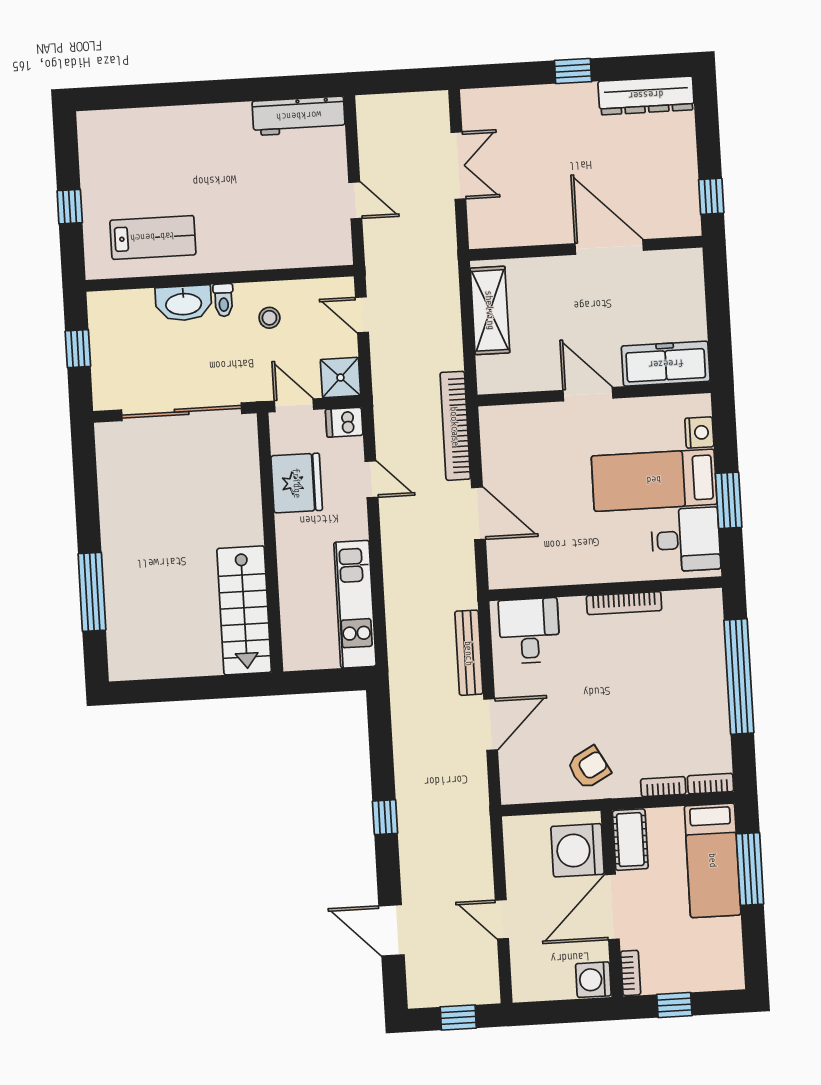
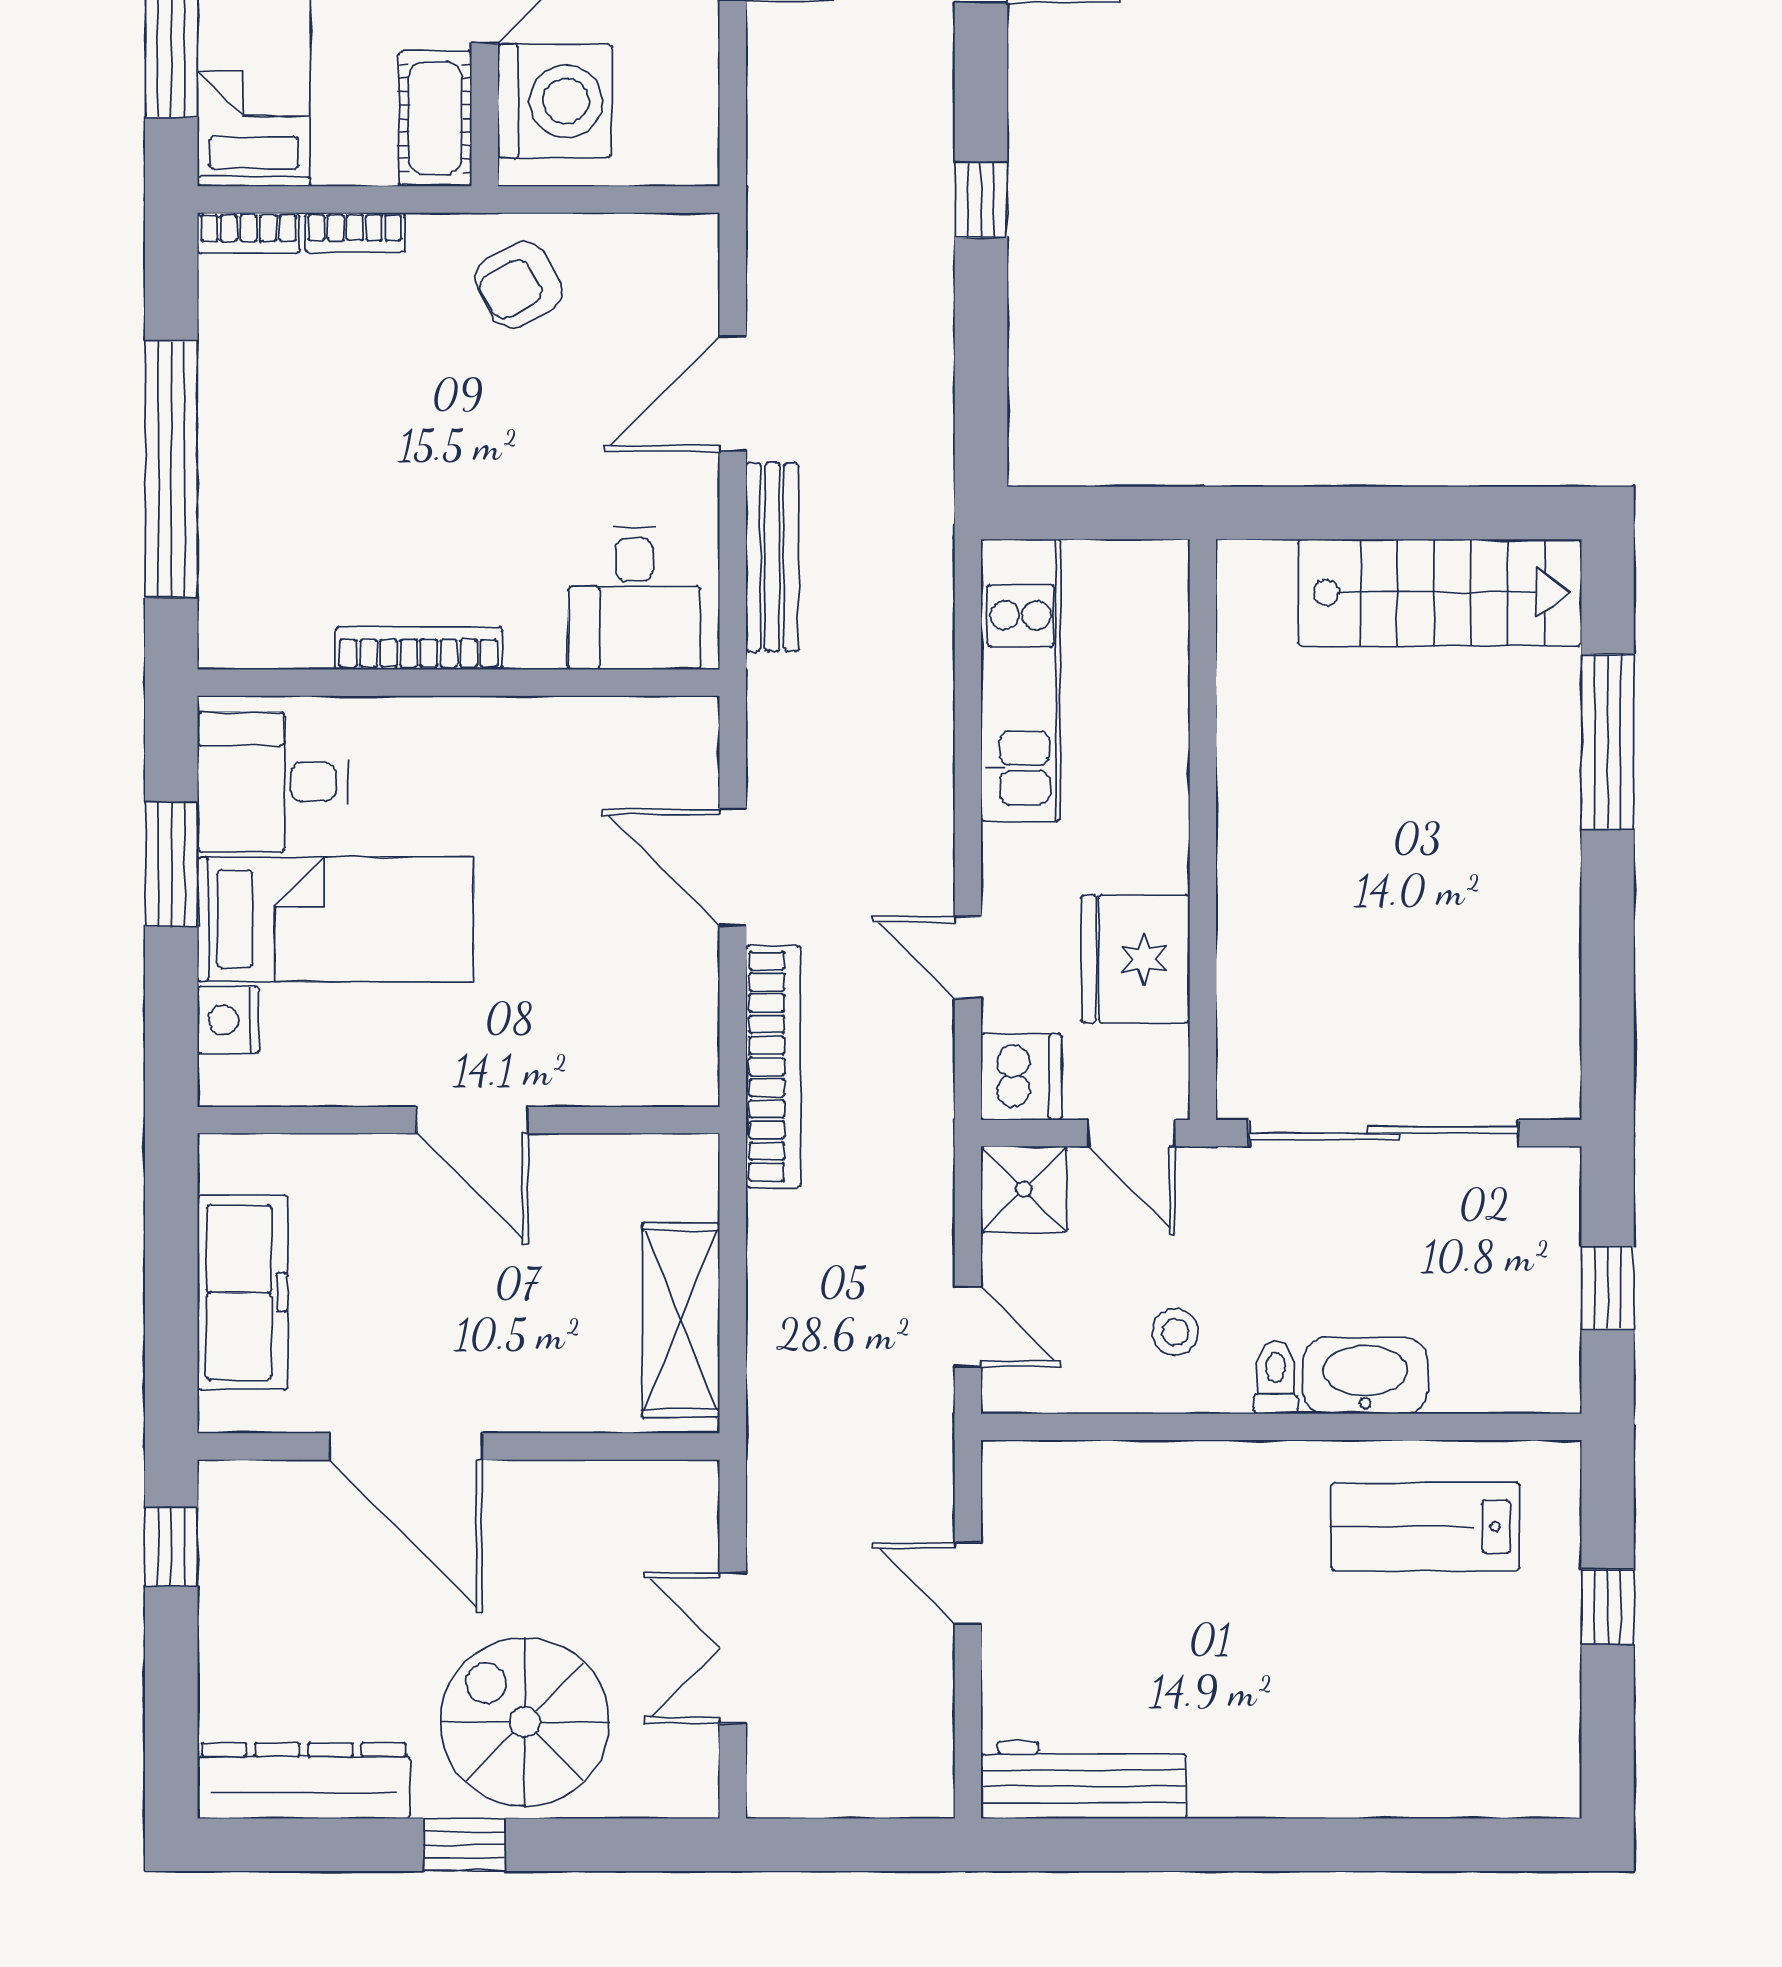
spiral stairs: (549, 127) -> (525, 1722), added
freezer: (666, 364) -> (243, 1292), moved, turned -90
dishwasher: (344, 422) -> (1021, 1077), width x1.38
stairs: (244, 610) -> (1440, 593), moved, turned 90

